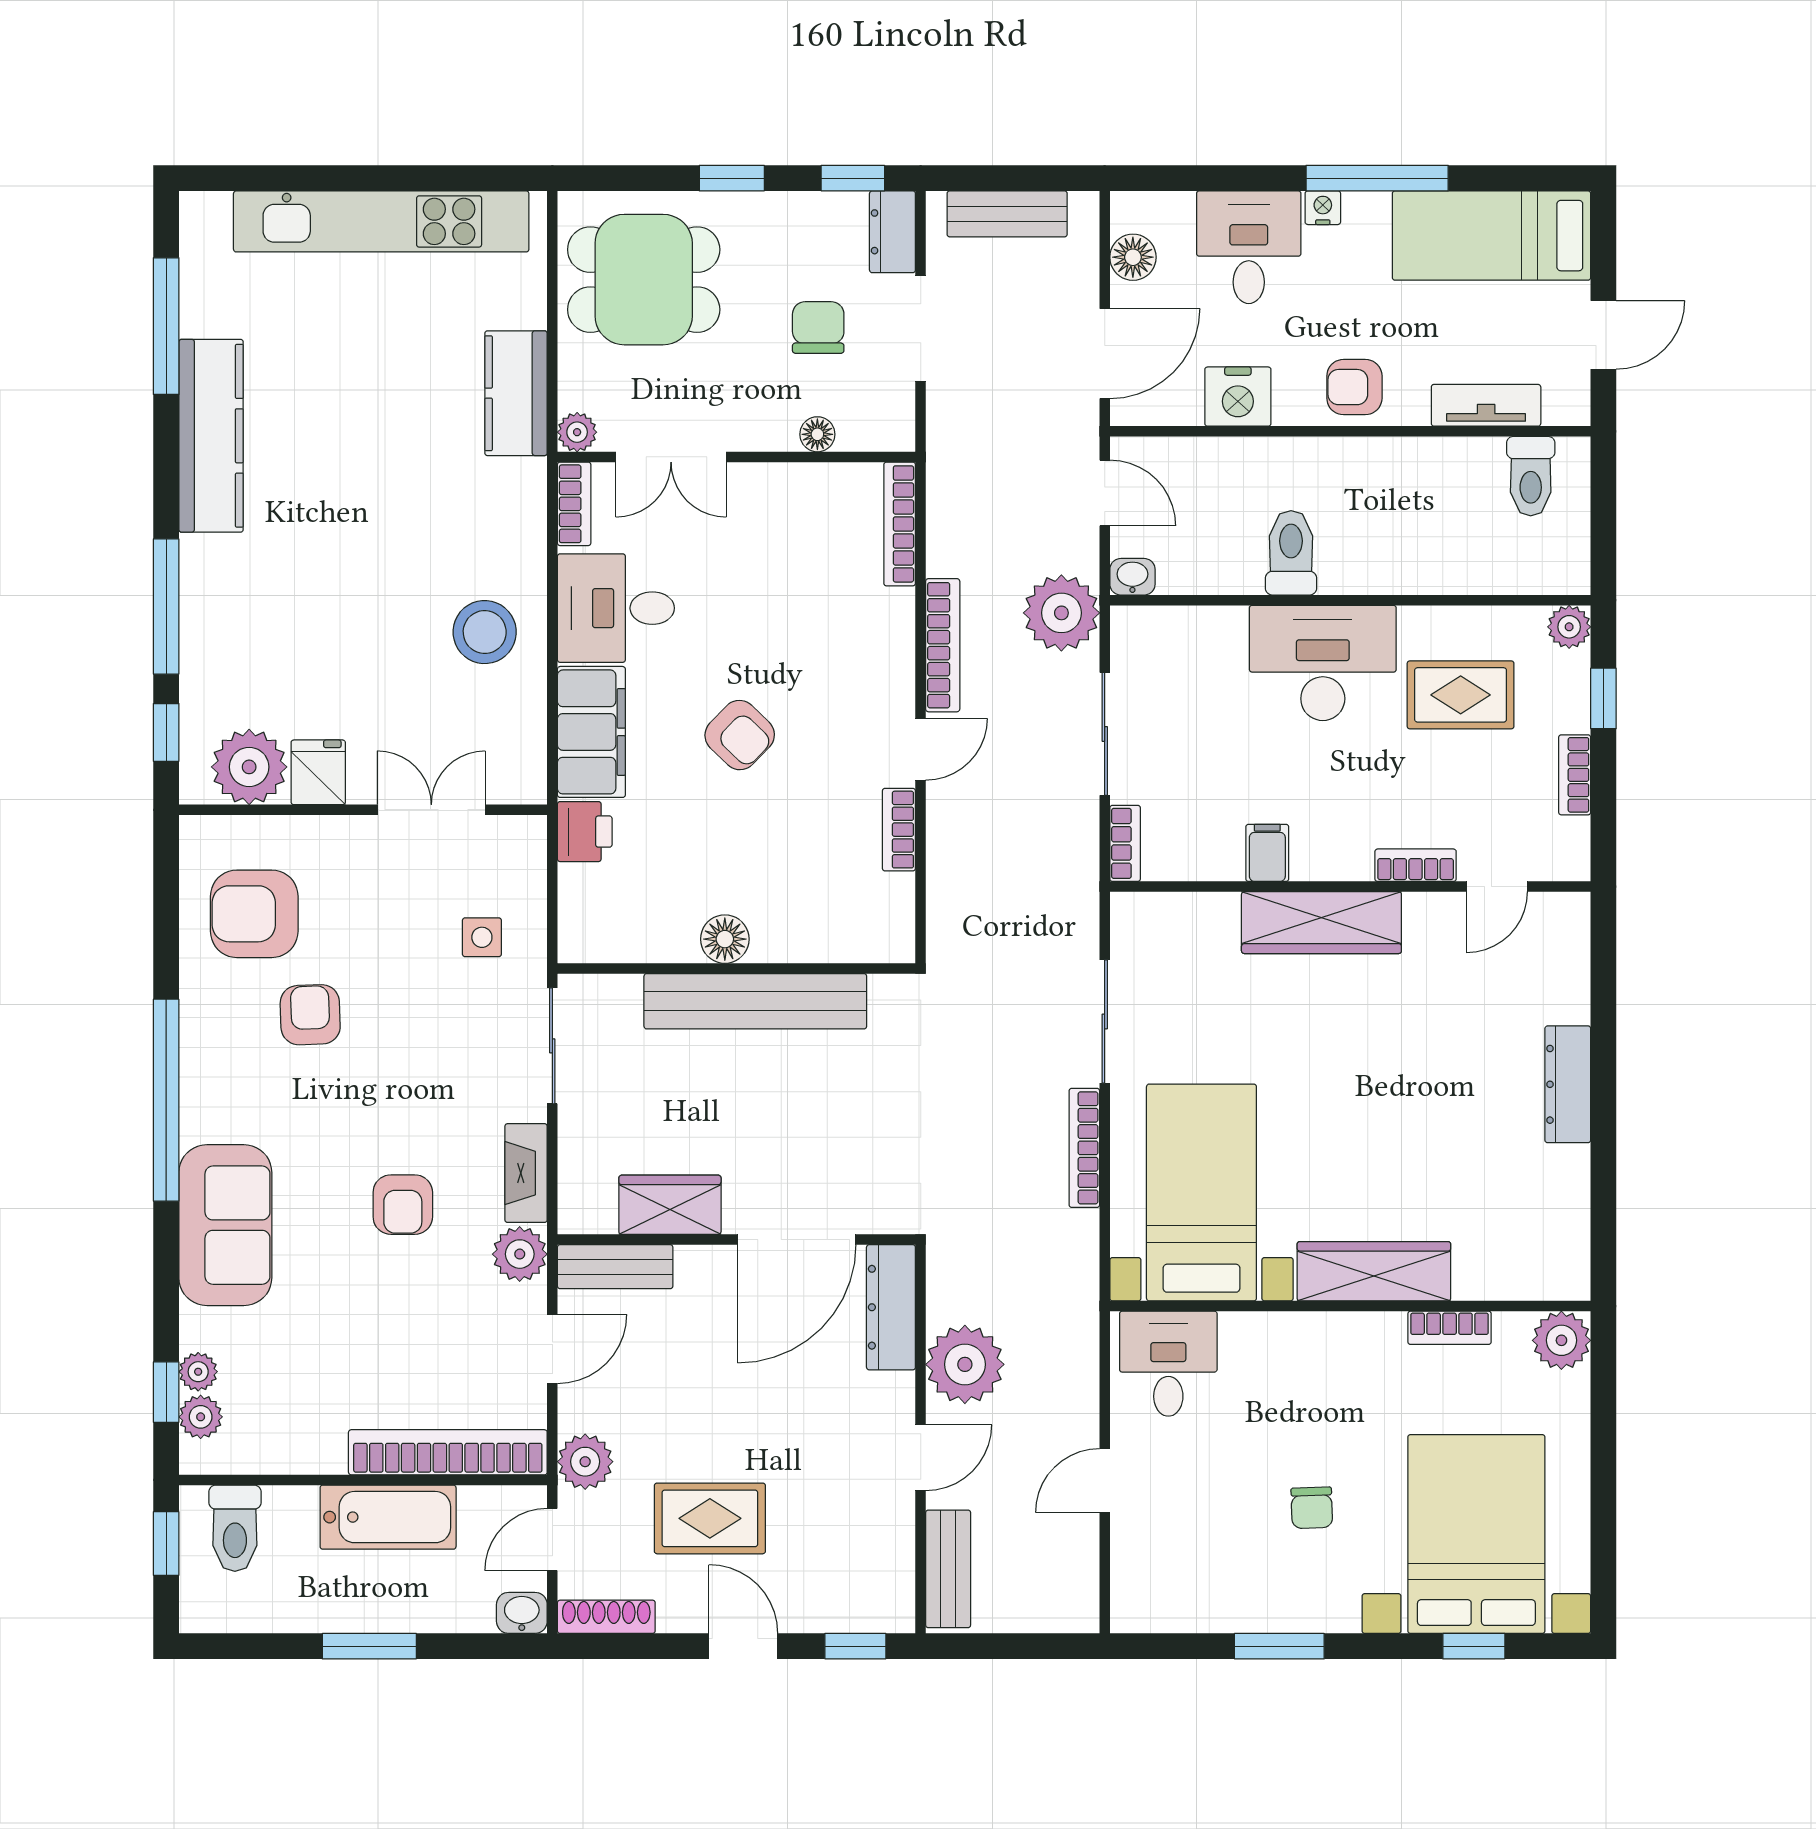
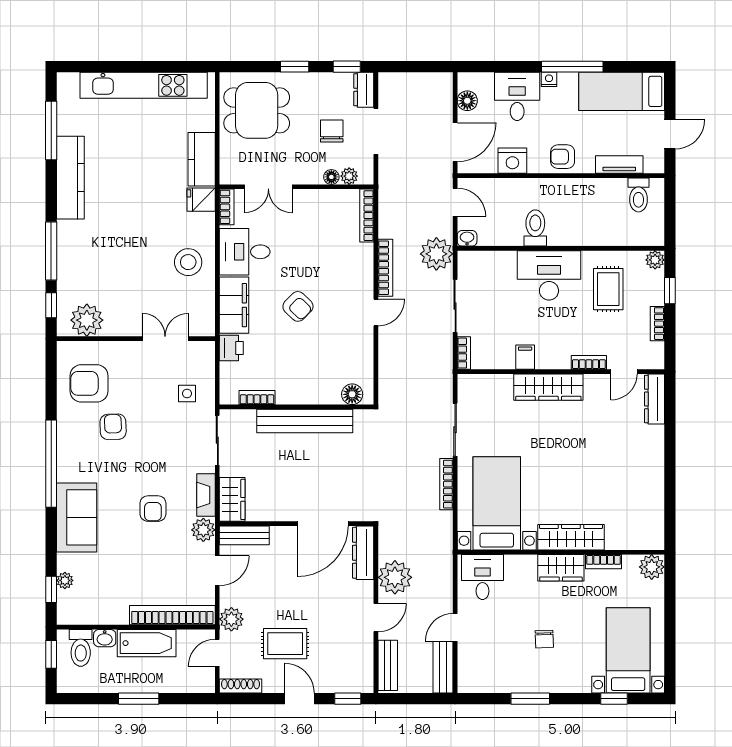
bench: (1007, 214) -> (443, 667), moved, turned 90
plant: (577, 432) -> (349, 176), moved
rug: (1461, 695) -> (608, 289), turned 90
fridge: (318, 772) -> (201, 200), moved, turned -90
bookcase: (899, 830) -> (257, 398), moved, turned 90
floor lamp: (725, 939) -> (352, 394), moved
dresser: (1568, 1084) -> (654, 399), moved
wardrobe: (670, 1205) -> (232, 499), moved, turned 90
wardrobe: (1351, 1342) -> (561, 568), added
plant: (201, 1417) -> (66, 600), removed
bed with nightstands: (1476, 1534) -> (628, 650), width x0.73
washbasin: (522, 1613) -> (105, 638), moved, turned 180

